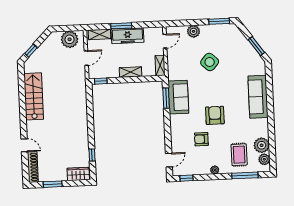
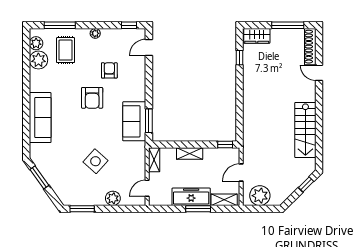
armchair: (201, 139) -> (109, 70), turned -90
window: (53, 184) -> (288, 25), width x1.44

